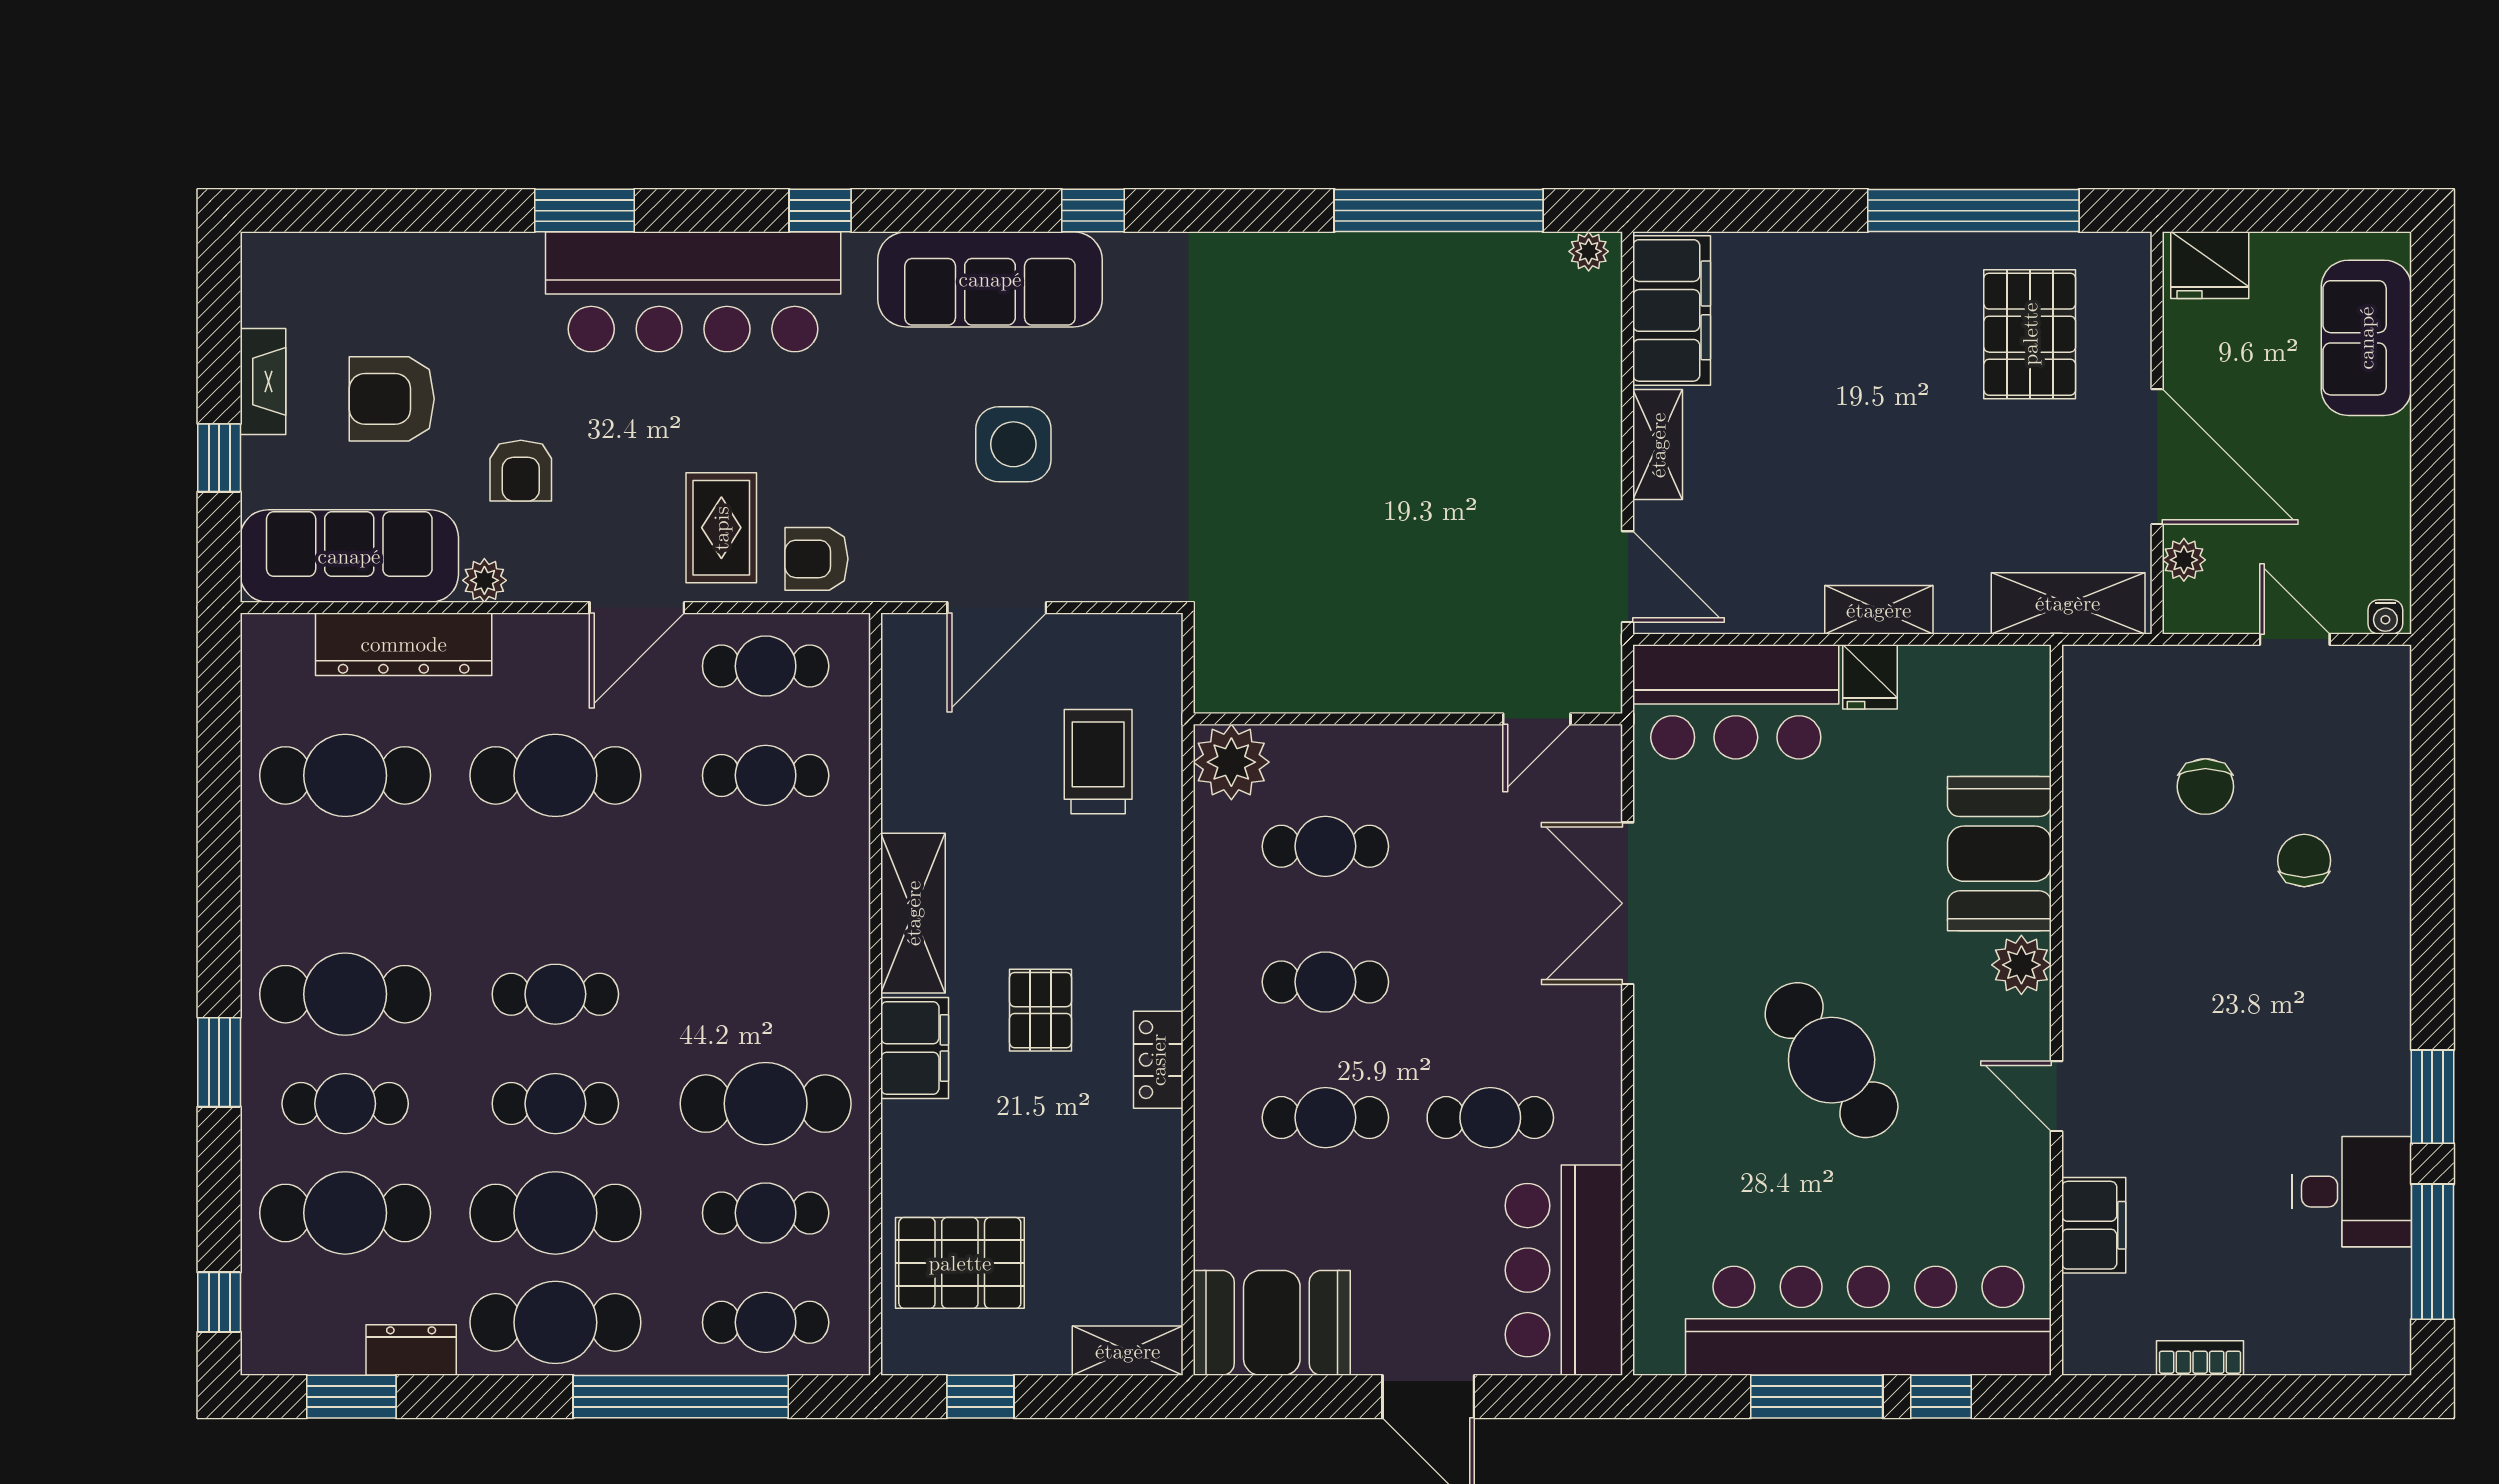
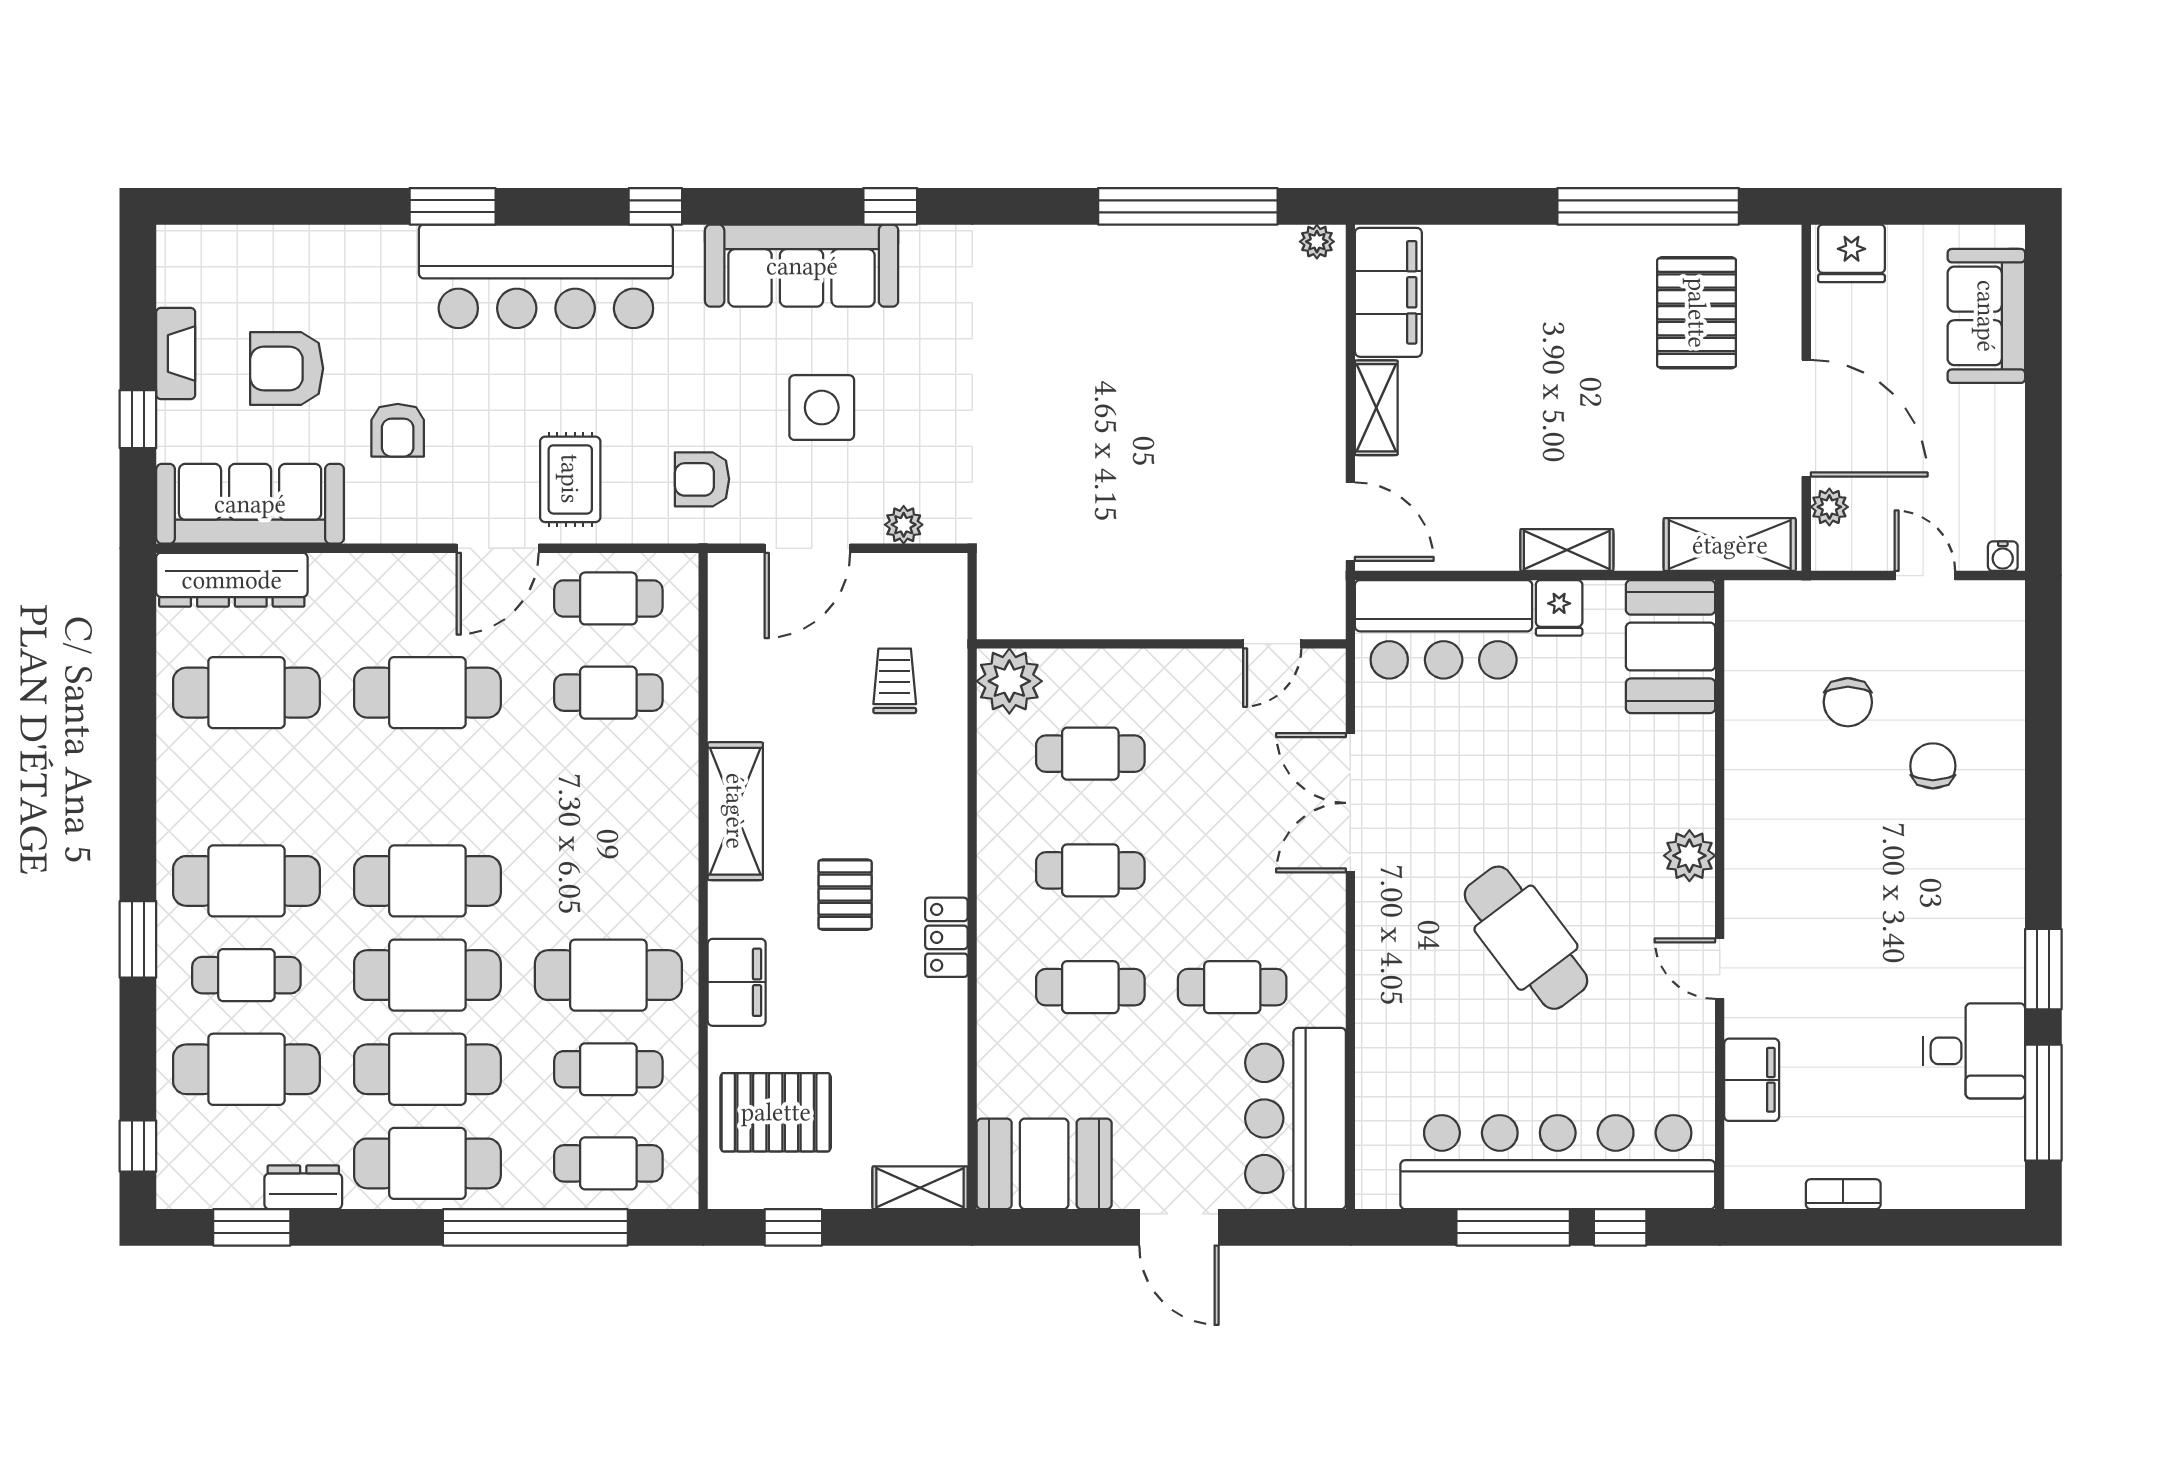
armchair: (816, 559) -> (702, 479), moved
plant: (484, 580) -> (904, 525), moved
dresser: (404, 644) -> (232, 580), moved
trolley: (1098, 762) -> (895, 681), width x0.73, depth x0.72
booth: (1999, 854) -> (1670, 647), moved
cafe table: (555, 994) -> (427, 881), width x1.37, depth x1.35
filing cabinet: (915, 1048) -> (737, 982), moved
cafe table: (555, 1104) -> (427, 975), width x1.37, depth x1.35

